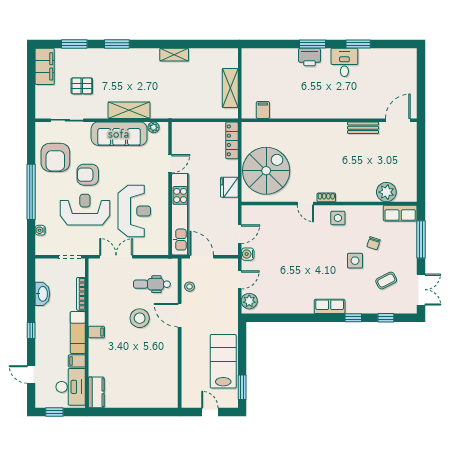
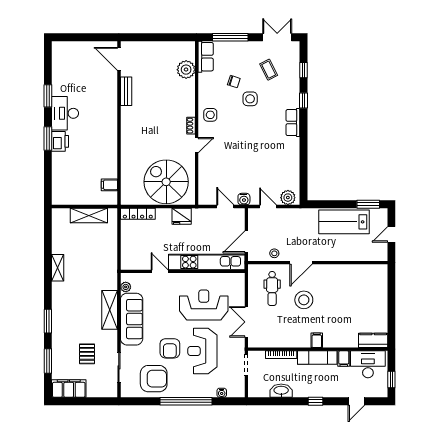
desk: (344, 62) -> (65, 113), width x1.37

